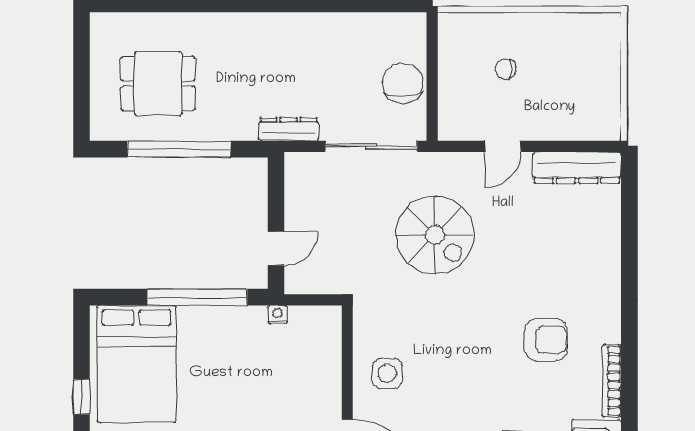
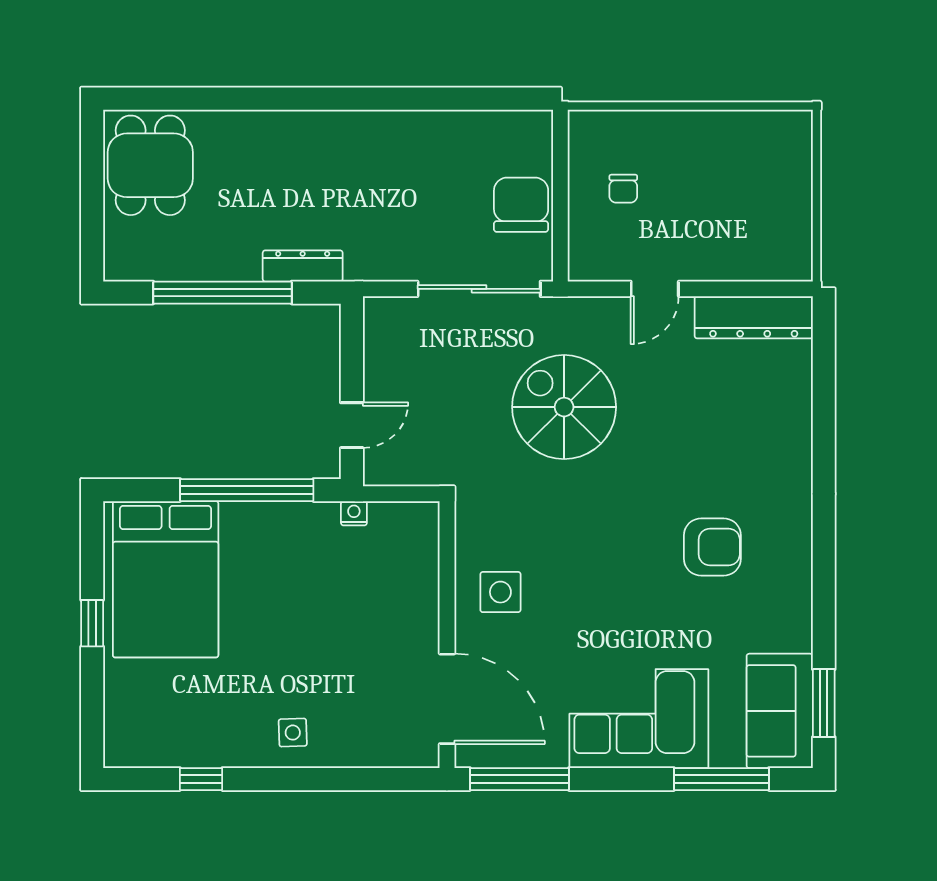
chair: (506, 69) -> (623, 189), moved, turned -90
dining table: (158, 84) -> (150, 165), moved, turned 90
dresser: (289, 129) -> (303, 266), moved
spiral stairs: (435, 235) -> (564, 407), turned 180
bookcase: (612, 381) -> (800, 602), removed

